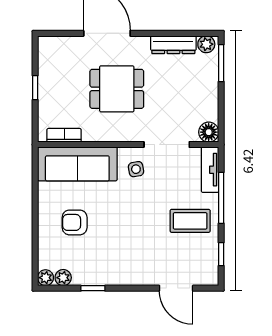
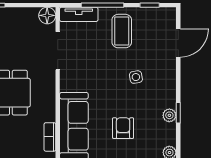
side table: (136, 169) -> (136, 77), moved
armchair: (75, 222) -> (123, 128), turned 180
plant: (63, 278) -> (169, 115), moved

